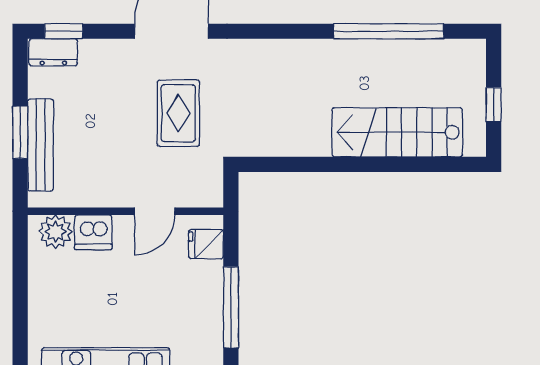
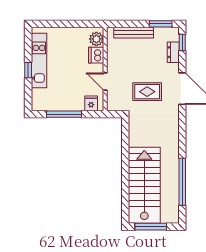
dresser: (53, 52) -> (173, 52), moved
window: (494, 105) -> (151, 227), width x2.17
window: (20, 132) -> (161, 24), moved
stairs: (397, 132) -> (144, 185), width x1.36, depth x1.51

